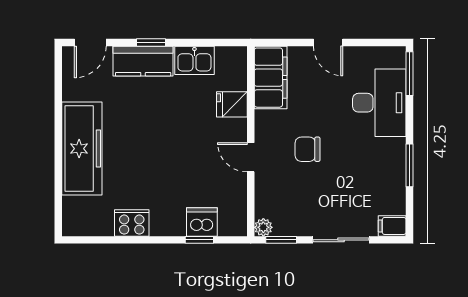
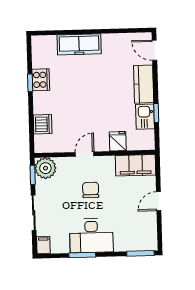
window: (151, 43) -> (156, 113), moved
desk: (379, 103) -> (91, 236), moved
freezer: (82, 149) -> (79, 44), width x0.73, depth x0.79
plant: (263, 227) -> (45, 168), width x1.88, depth x1.88
window: (199, 240) -> (30, 83), moved

